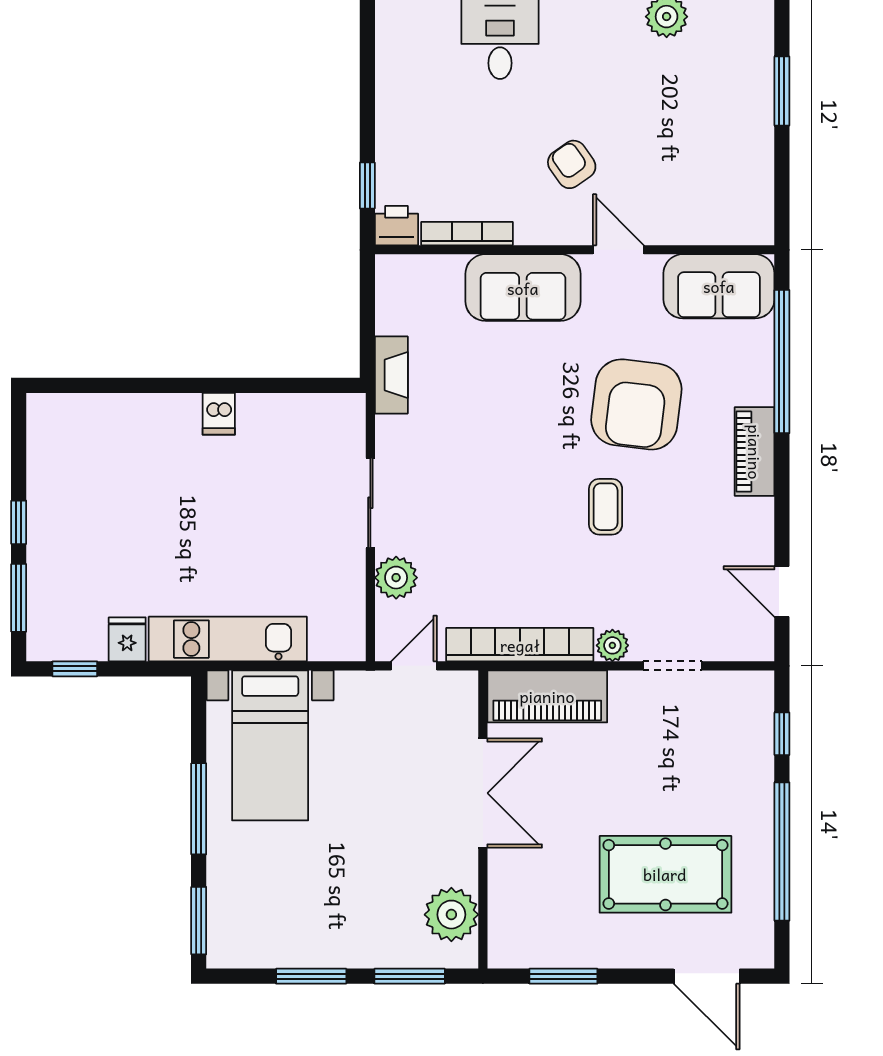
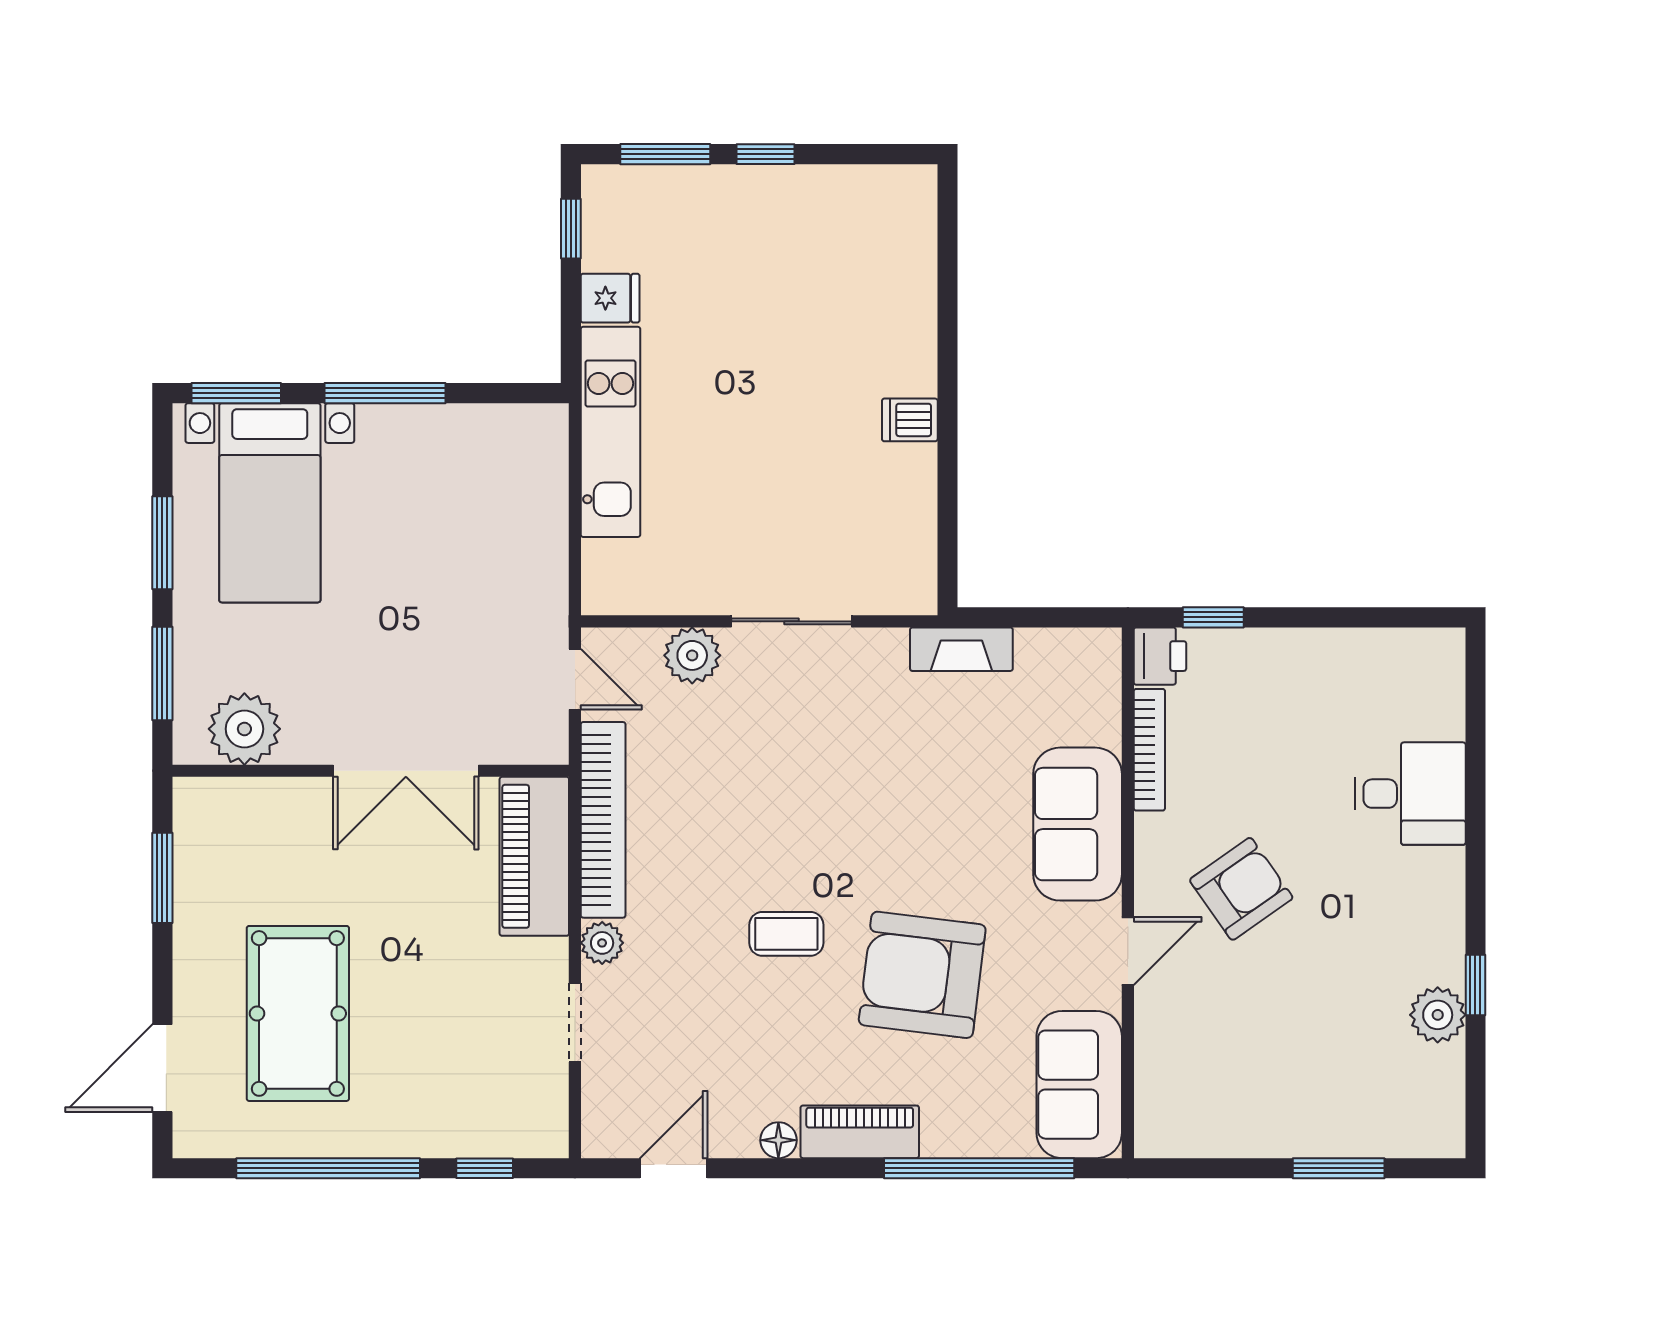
armchair: (572, 164) -> (1241, 889), width x1.38, depth x1.38
floor lamp: (761, 513) -> (778, 1140), added
bed with nightstands: (270, 745) -> (270, 503), moved, turned -90

